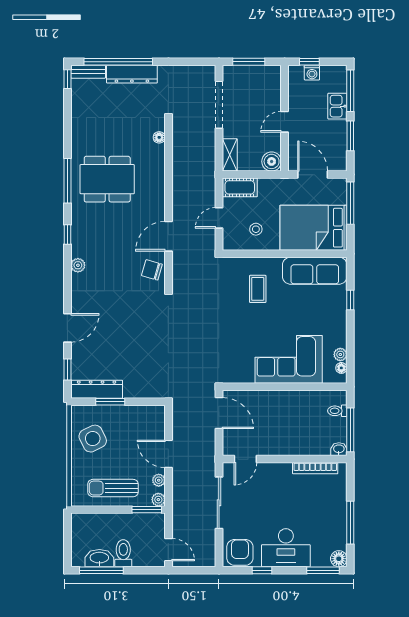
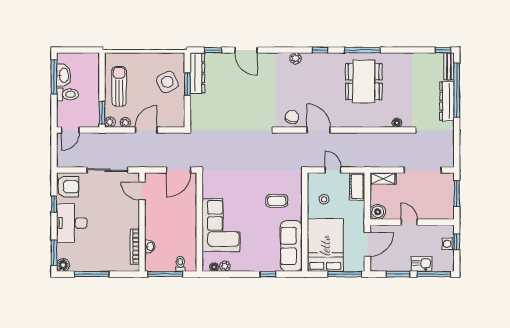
side table: (93, 439) -> (167, 82), moved
washbasin: (339, 449) -> (150, 246), moved

